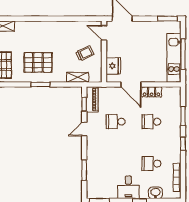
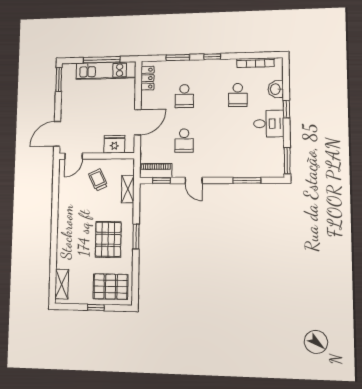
locker: (152, 92) -> (147, 78), moved

